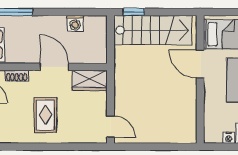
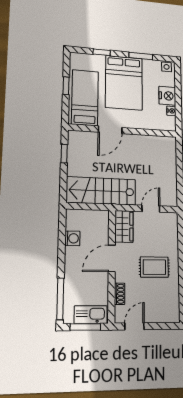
window: (134, 12) -> (64, 154), moved
stairs: (153, 30) -> (101, 191), moved, turned -90
door: (111, 127) -> (151, 209), moved

